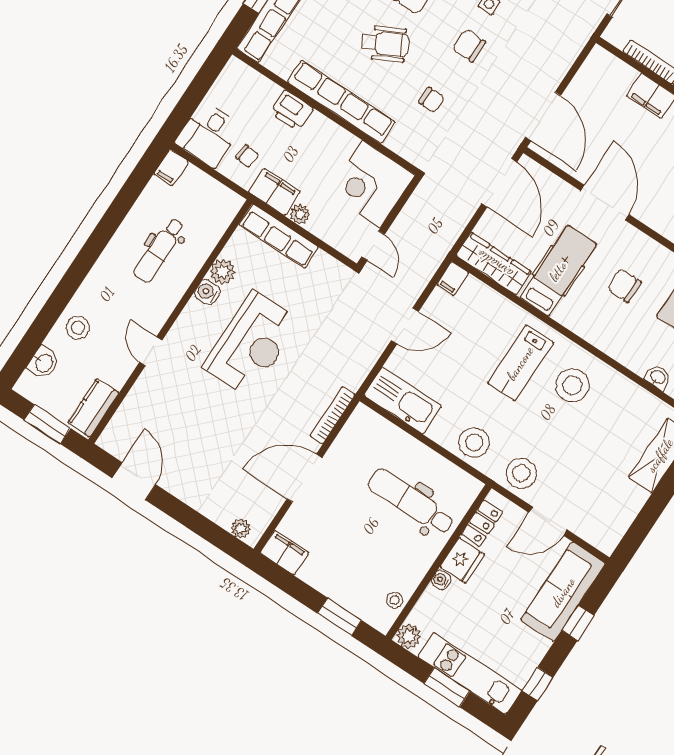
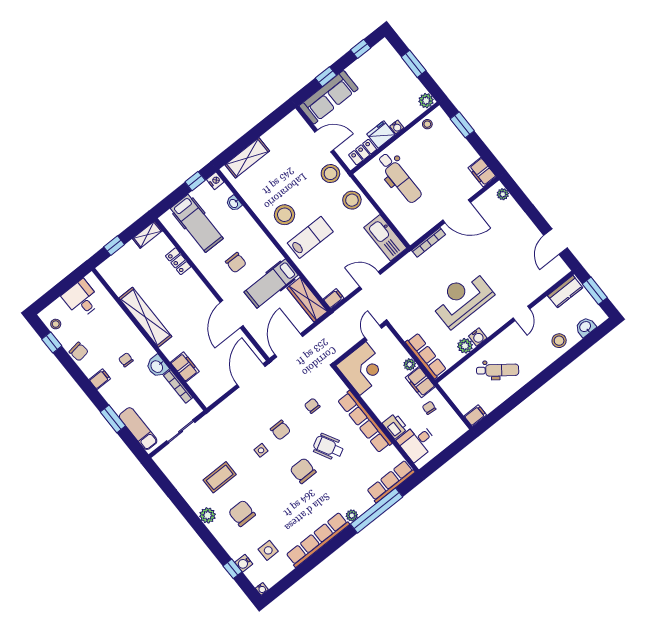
desk: (208, 134) -> (417, 442), moved, turned 180
dental chair: (159, 250) -> (498, 370), turned 37
kitchen unit: (470, 674) -> (398, 68), removed

